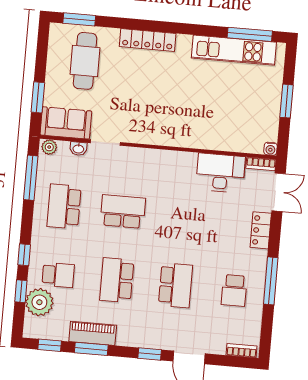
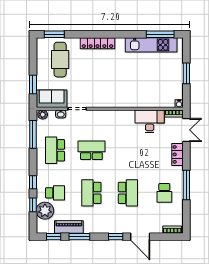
piano: (93, 333) -> (69, 227), moved

